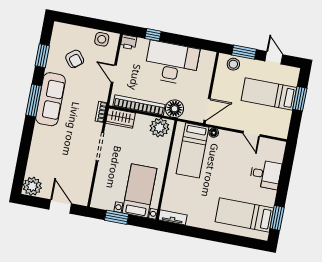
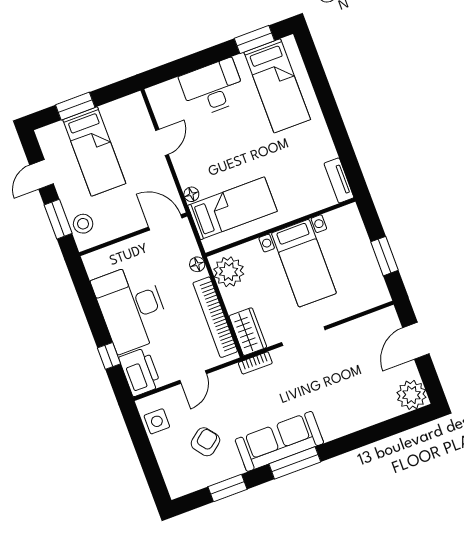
printer: (129, 42) -> (140, 372), width x1.87, depth x1.48
floor lamp: (175, 109) -> (197, 264), width x0.53, depth x0.53
desk: (265, 174) -> (213, 88), width x1.37
bed with nightstands: (140, 191) -> (304, 263), moved, turned -90

